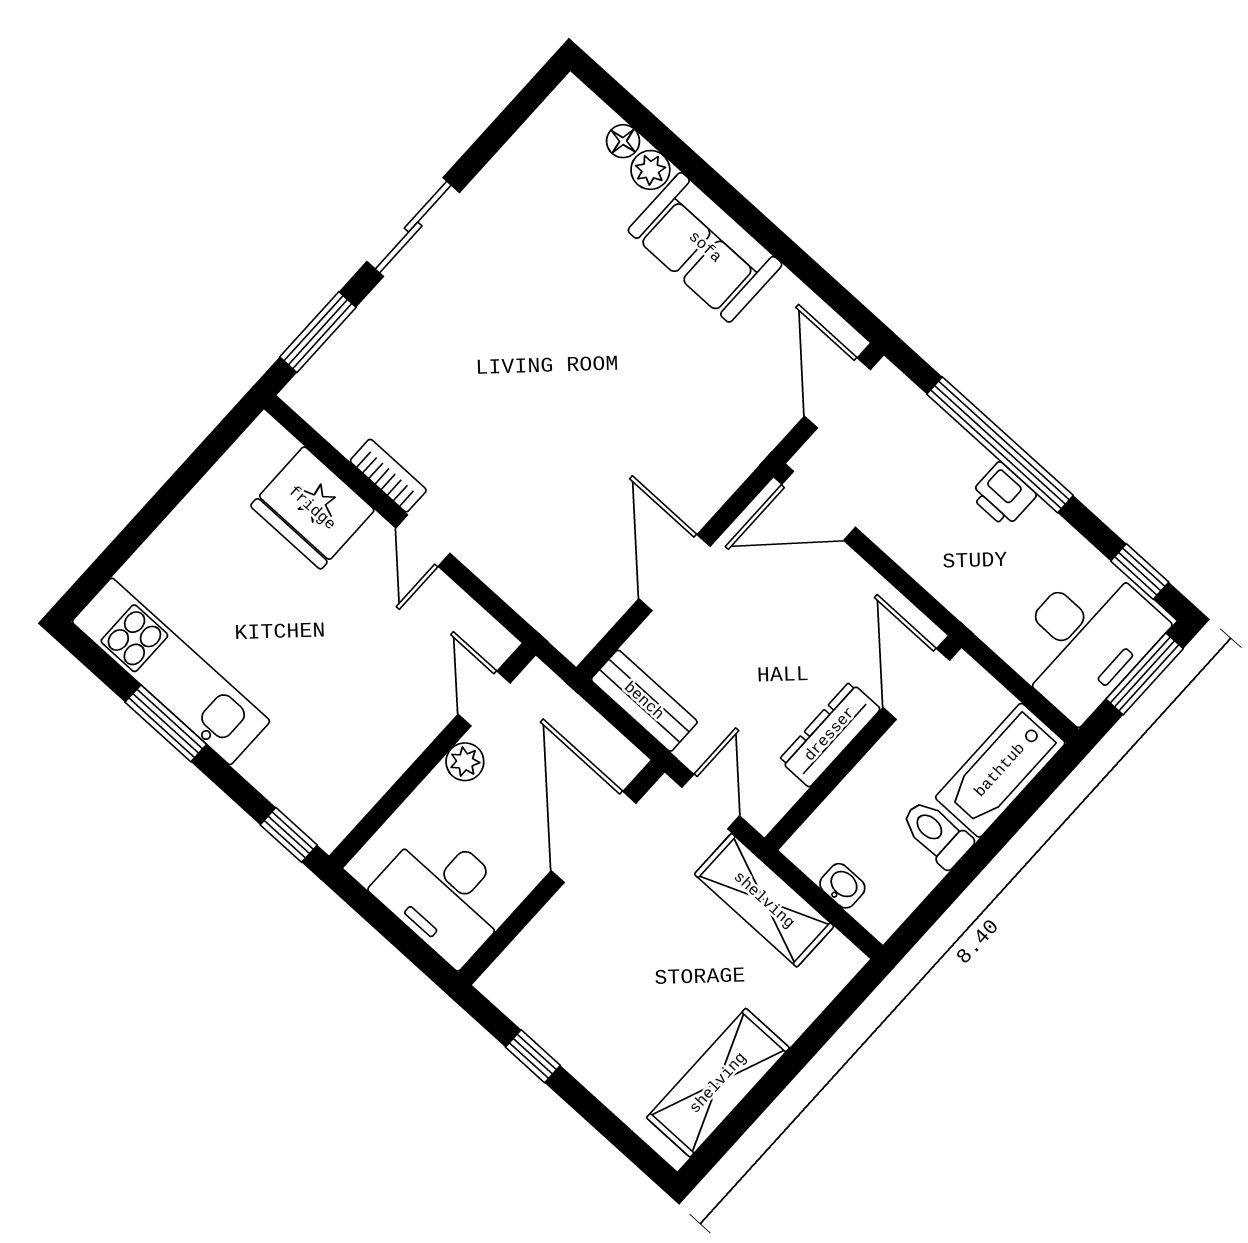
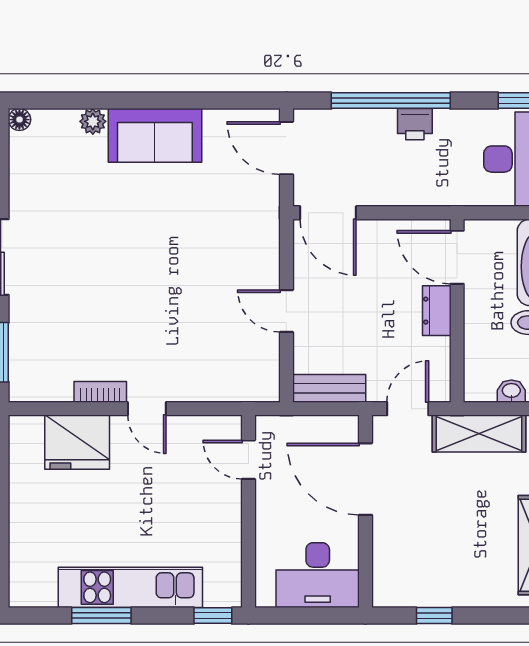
floor lamp: (623, 141) -> (19, 120), moved
door: (819, 506) -> (328, 213), hinge flipped
door: (675, 573) -> (286, 311), width x0.73
kitchen unit: (171, 671) -> (130, 587), moved
dresser: (830, 734) -> (437, 311), width x0.70
plant: (465, 762) -> (268, 500), removed
door: (711, 802) -> (408, 409), hinge flipped

